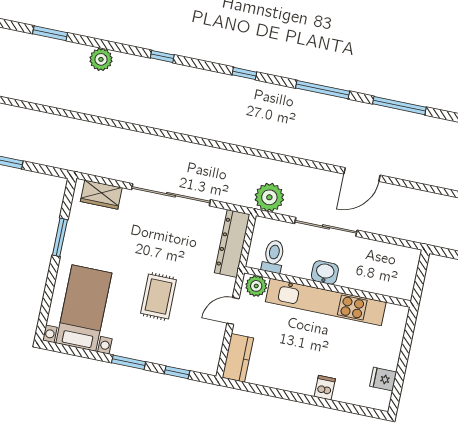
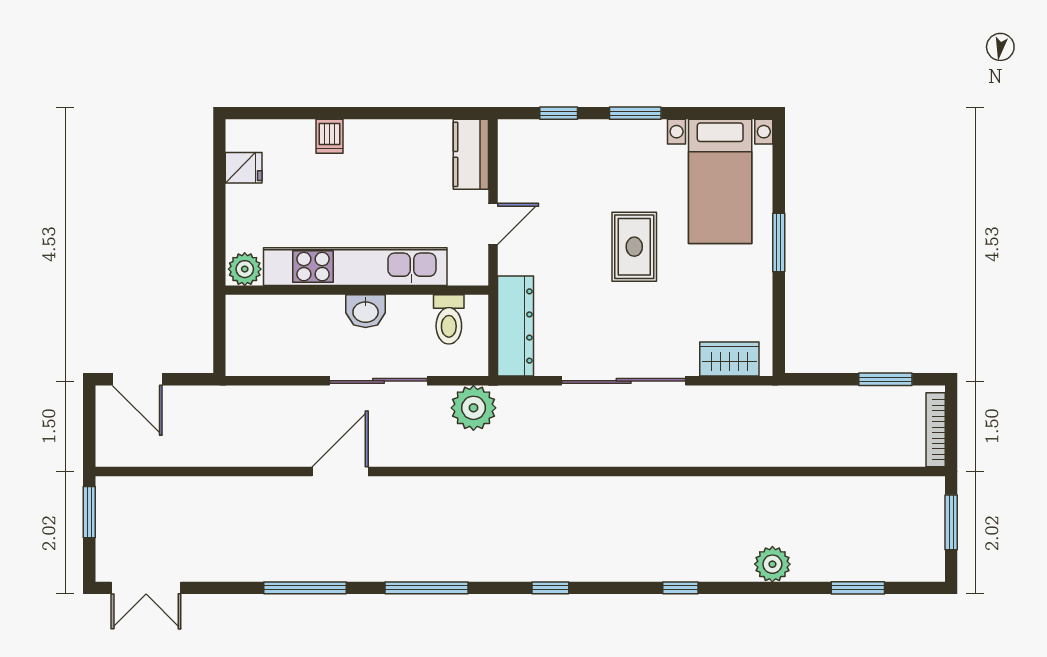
window: (60, 237) -> (779, 243), moved
plant: (256, 286) -> (245, 269), moved
rug: (159, 297) -> (634, 247), moved

